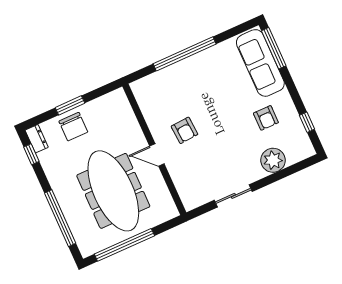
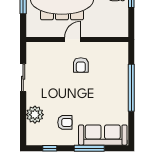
window: (274, 48) -> (89, 148), moved
armchair: (266, 118) -> (65, 122), turned 180
armchair: (184, 130) -> (81, 65), turned -86

